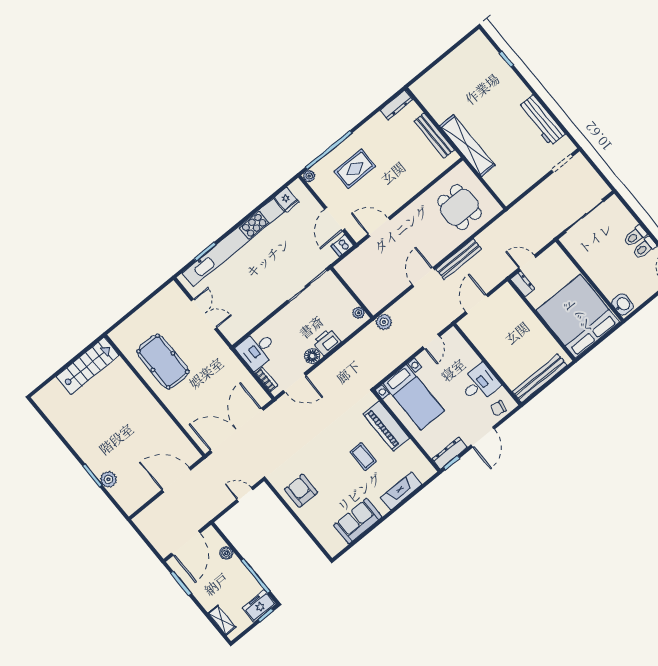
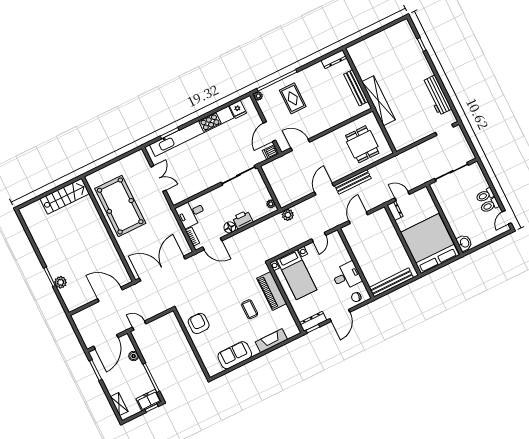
rug: (355, 169) -> (293, 98), turned 90
pool table: (163, 362) -> (120, 206), width x1.36, depth x1.32
door: (245, 495) -> (139, 325), moved

